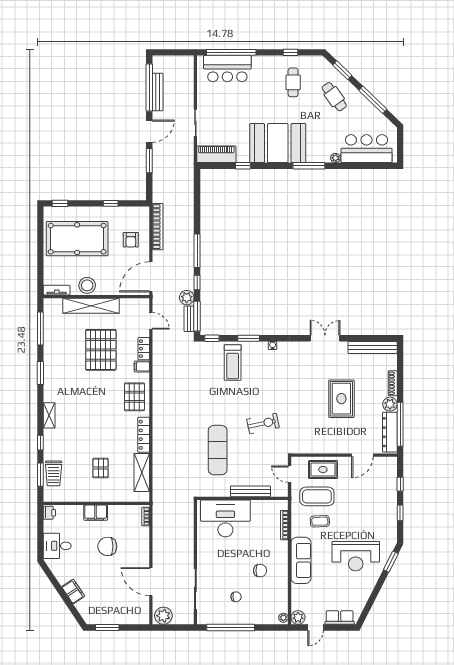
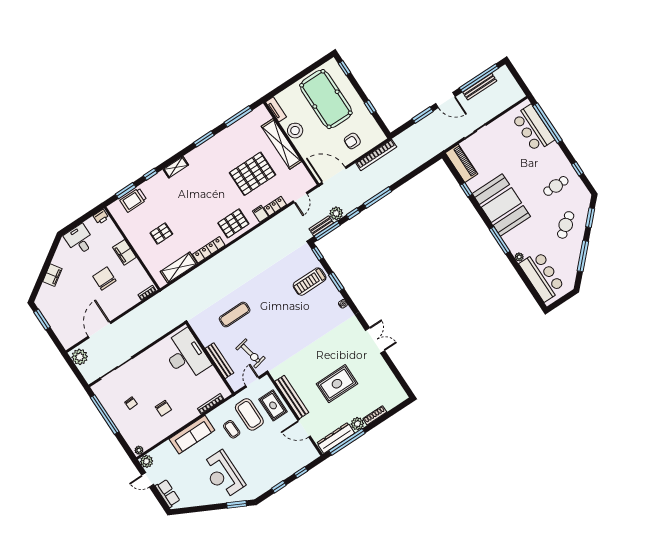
bench: (373, 347) -> (292, 397), moved
exercise bike: (263, 423) -> (251, 353), moved
exercise mat: (218, 450) -> (235, 315), width x0.73, depth x0.69

